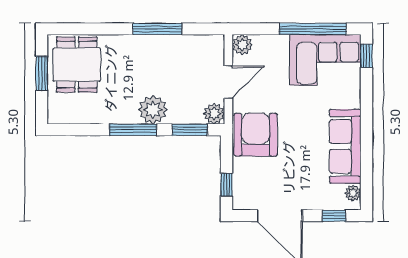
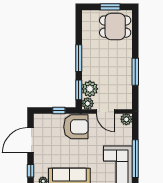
plant: (153, 110) -> (90, 89), moved
window: (226, 185) -> (59, 110), moved

